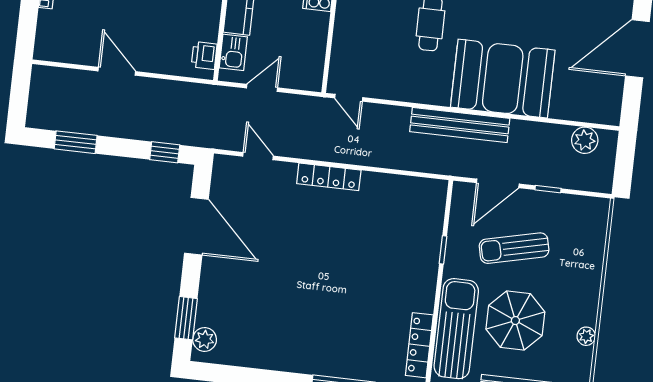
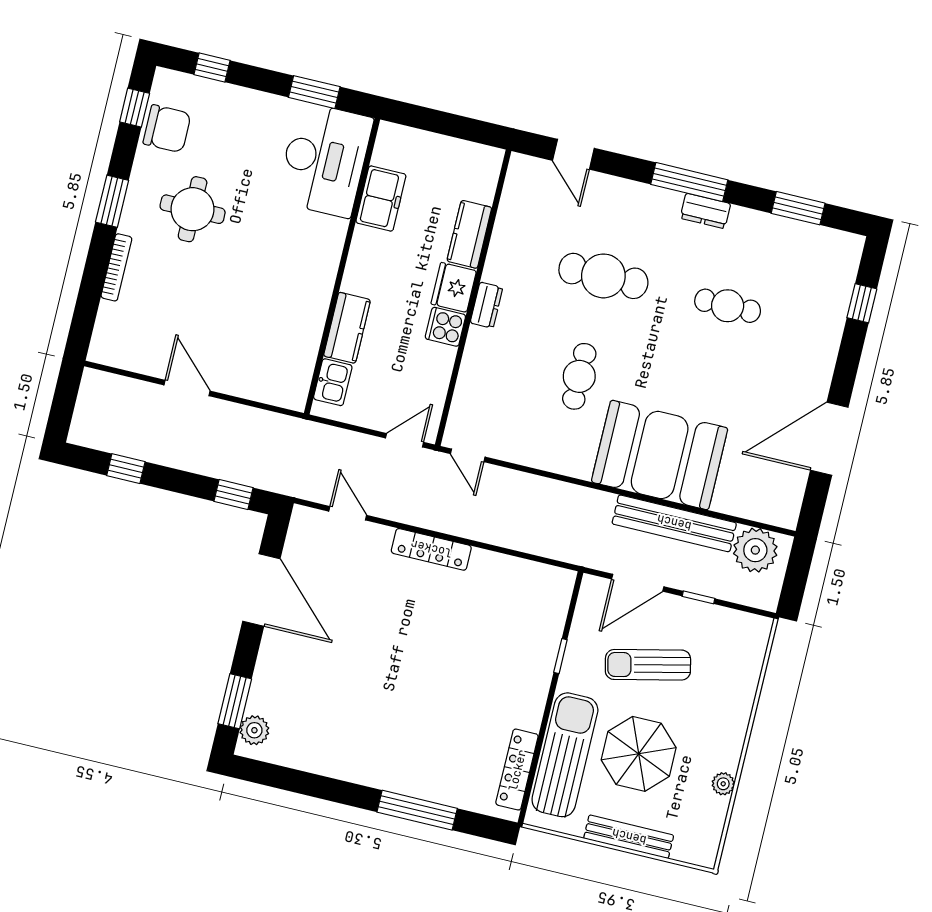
printer: (204, 55) -> (297, 382), removed
door: (262, 88) -> (404, 440), moved
bench: (460, 125) -> (674, 523), moved
plant: (585, 140) -> (755, 550), width x1.36, depth x1.36
window: (76, 142) -> (126, 469), width x0.67

